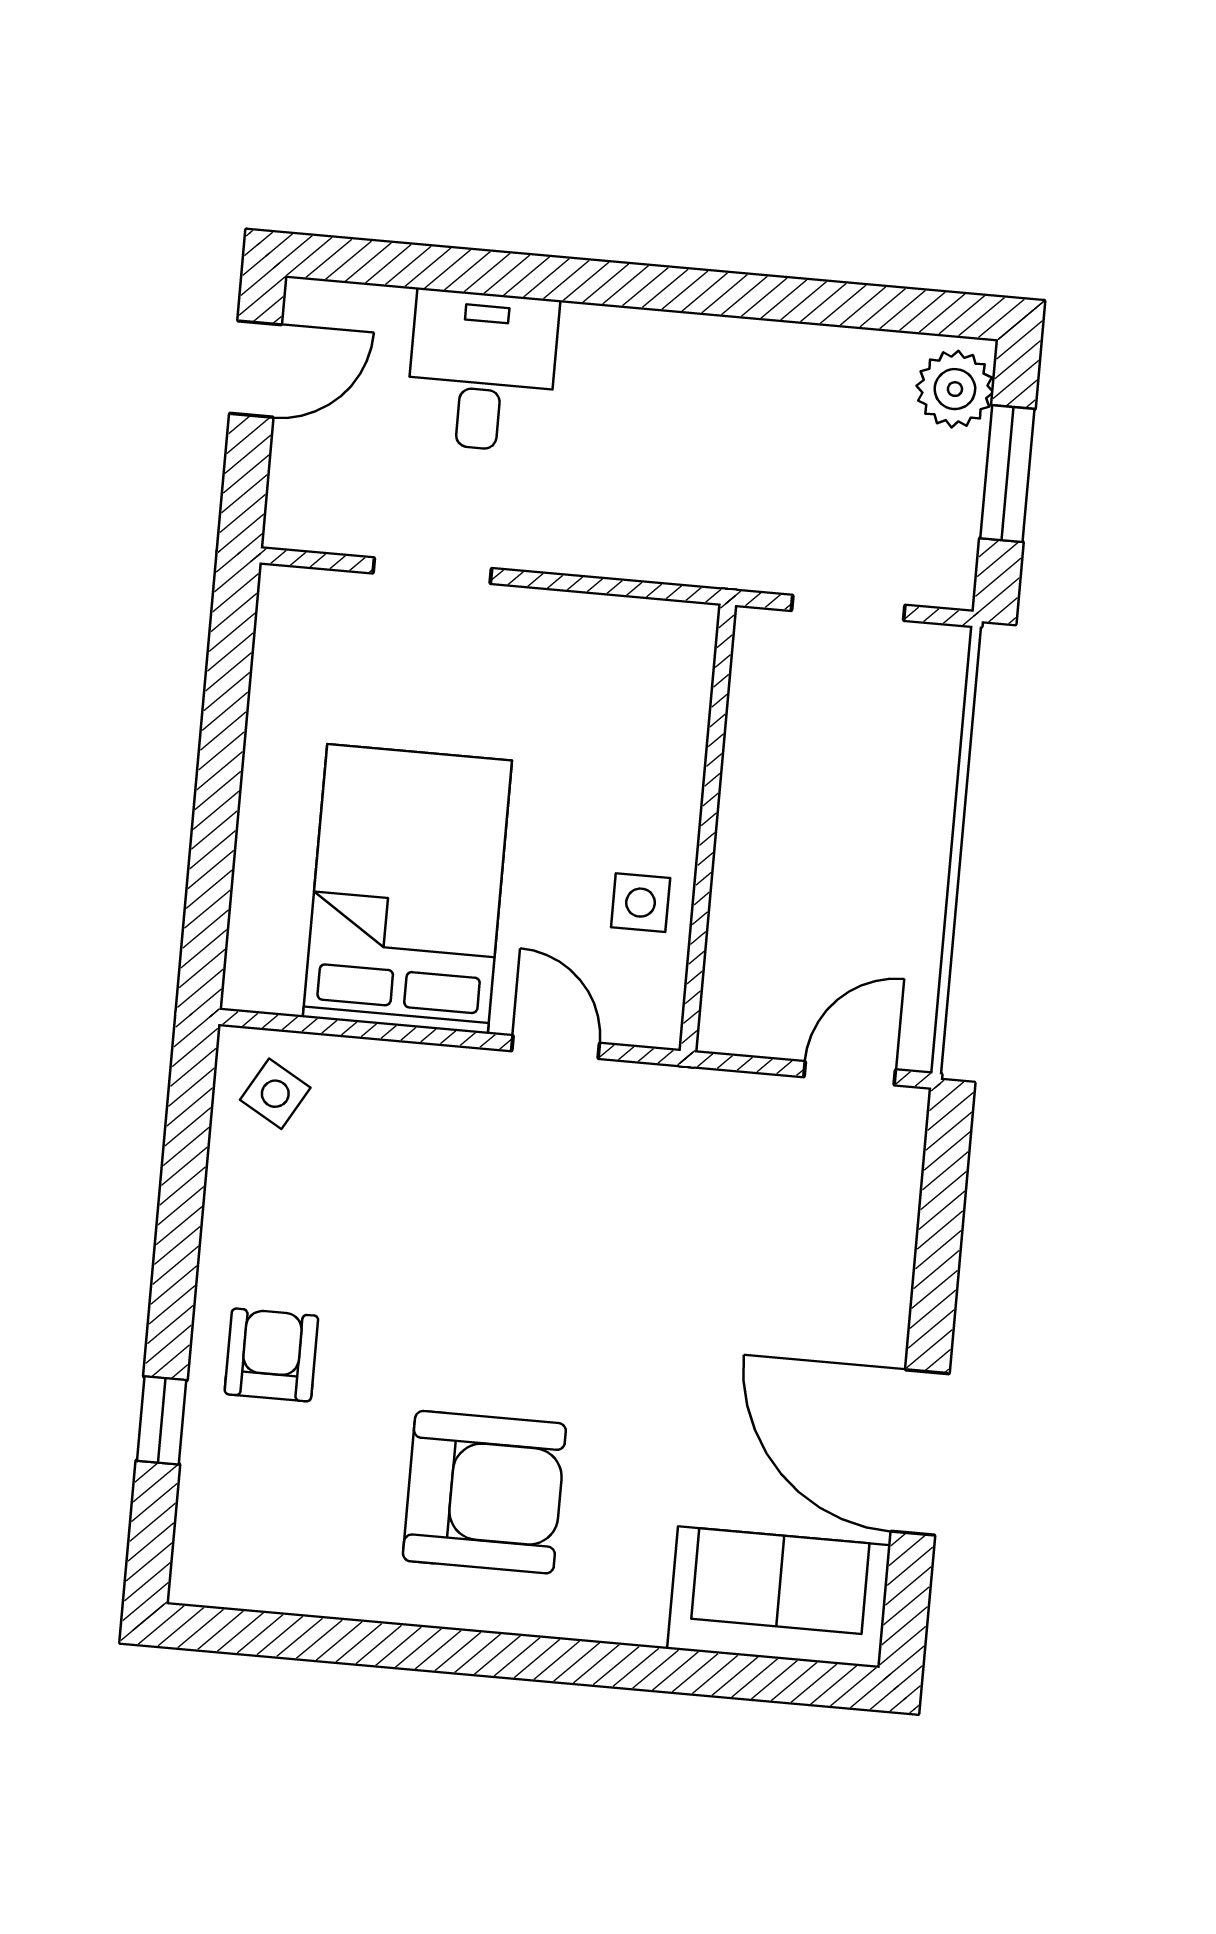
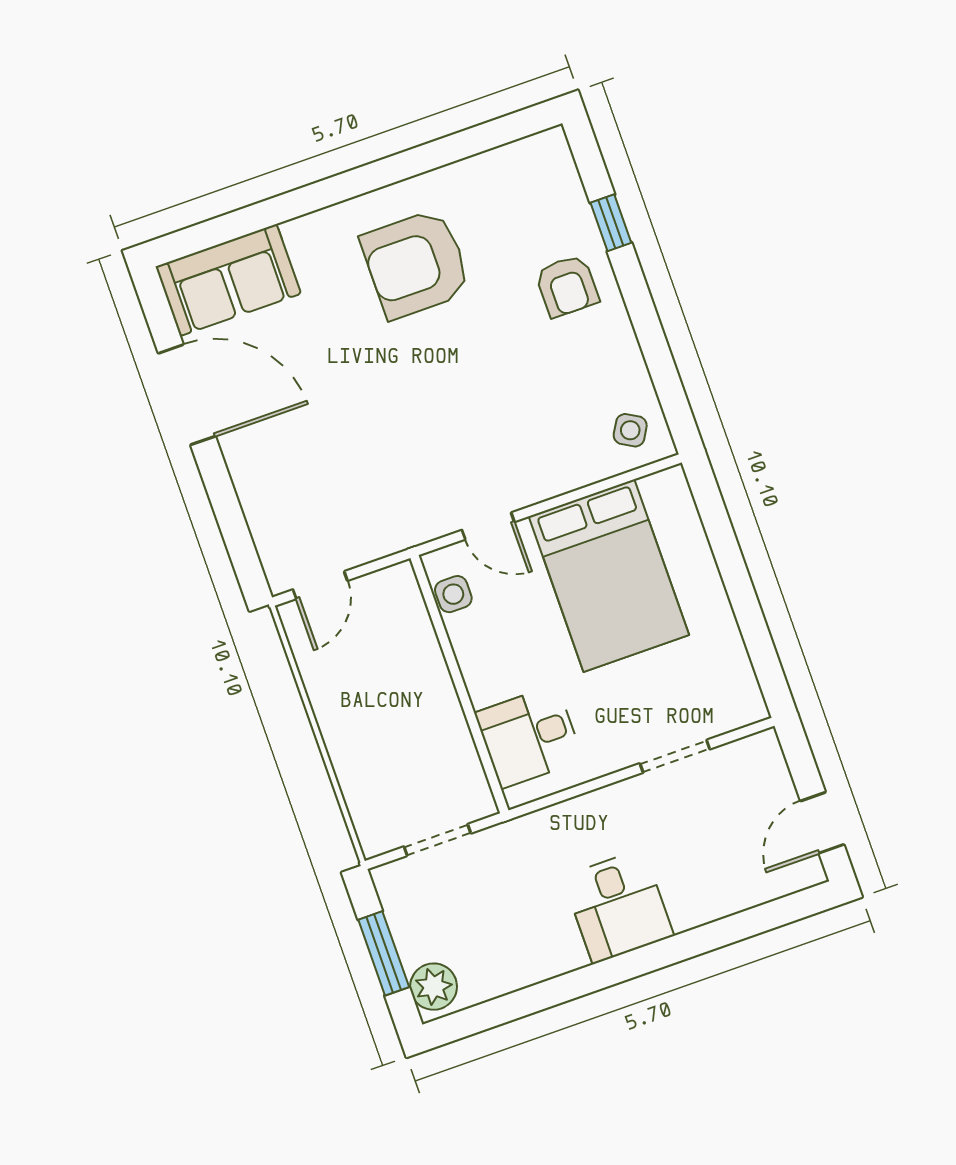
desk: (482, 371) -> (618, 906), moved
desk: (639, 701) -> (529, 736), added
side table: (641, 903) -> (453, 594), moved

